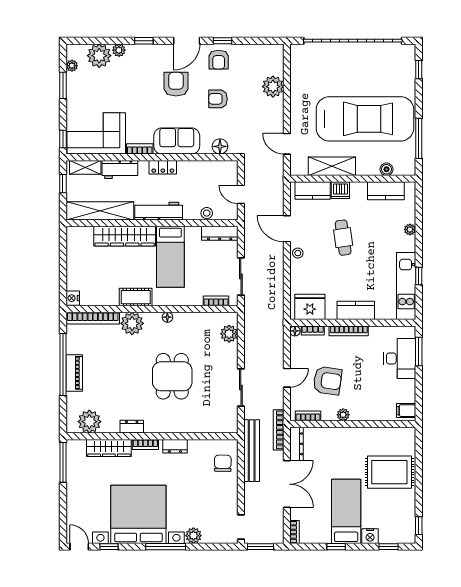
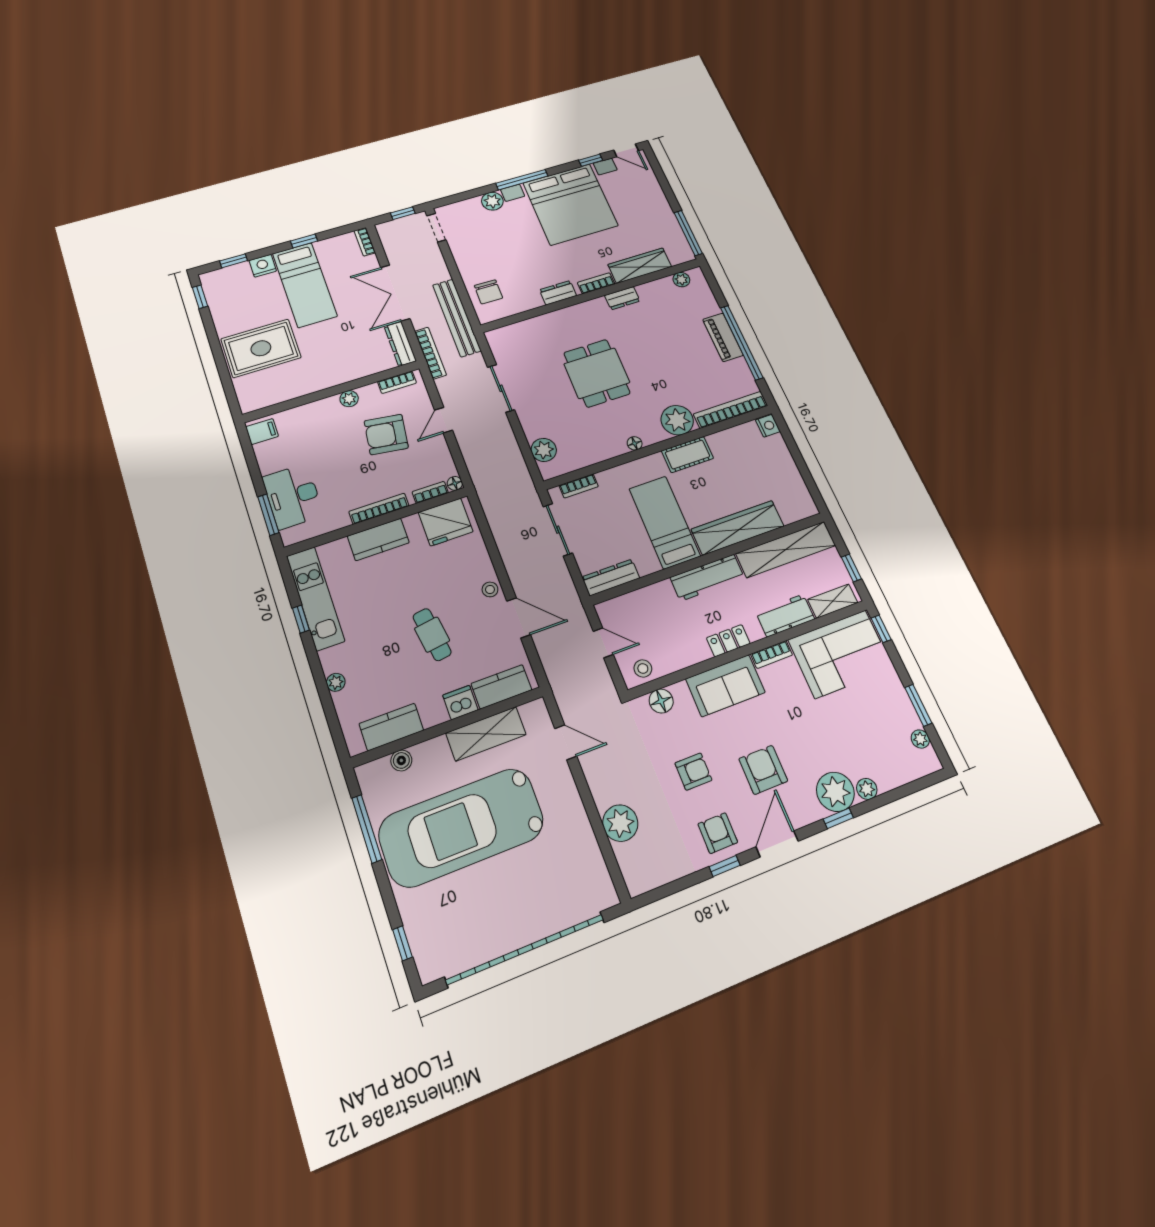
plant: (99, 56) -> (835, 792), moved
armchair: (176, 84) -> (763, 770), turned 180
stool: (207, 213) -> (643, 668), moved
plant: (89, 422) -> (681, 280), width x0.53, depth x0.53
window: (260, 547) -> (403, 213), width x0.67

